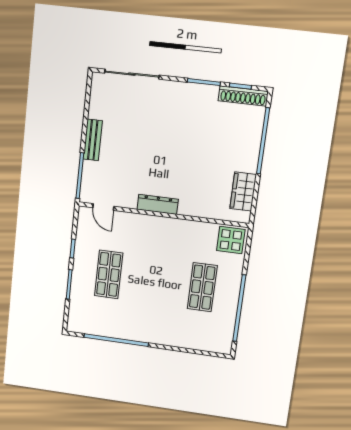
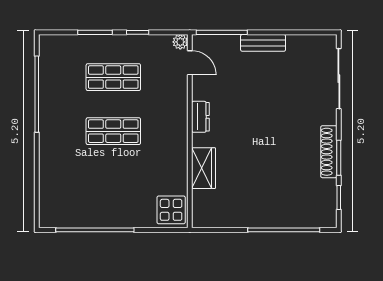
shoe rack: (243, 96) -> (329, 152), moved
wardrobe: (243, 192) -> (204, 168), moved, turned 90
dresser: (158, 204) -> (200, 117), width x0.70
door: (103, 207) -> (190, 63), swing flipped
plant: (84, 213) -> (180, 42), added
shop shelf: (202, 287) -> (113, 131), moved

